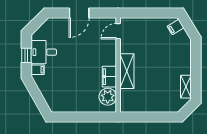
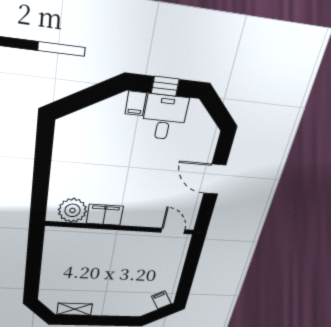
shelving: (127, 71) -> (109, 239), removed

